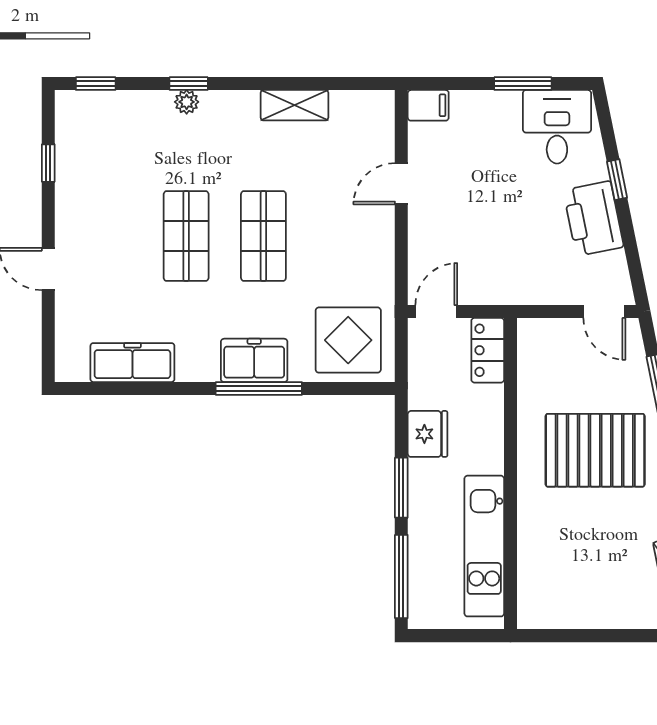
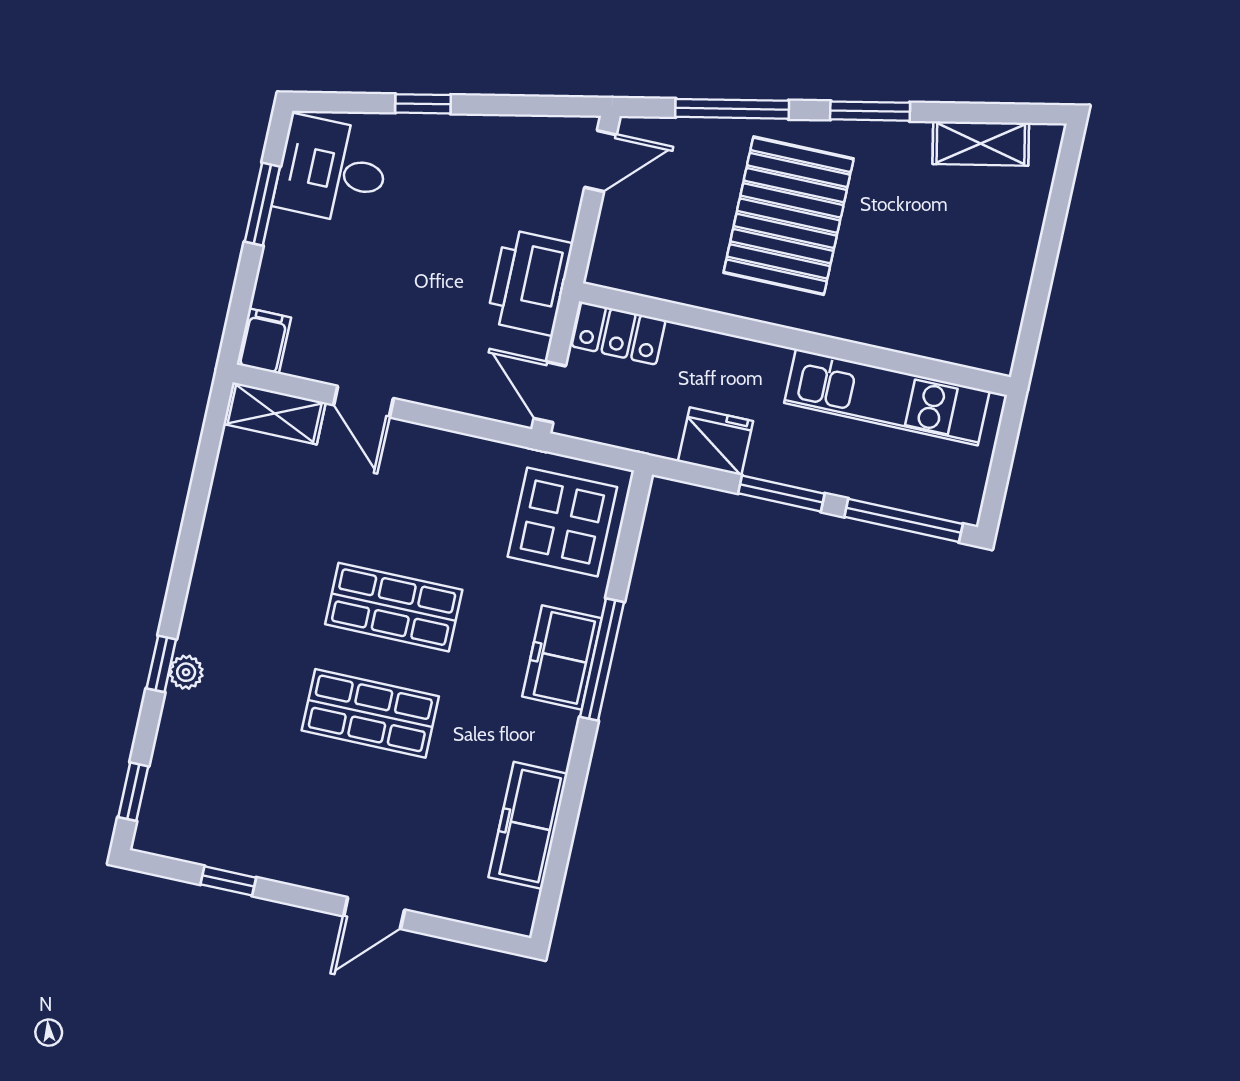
shelving: (294, 105) -> (275, 413), moved, turned 90
printer: (593, 218) -> (529, 282), moved, turned 101

